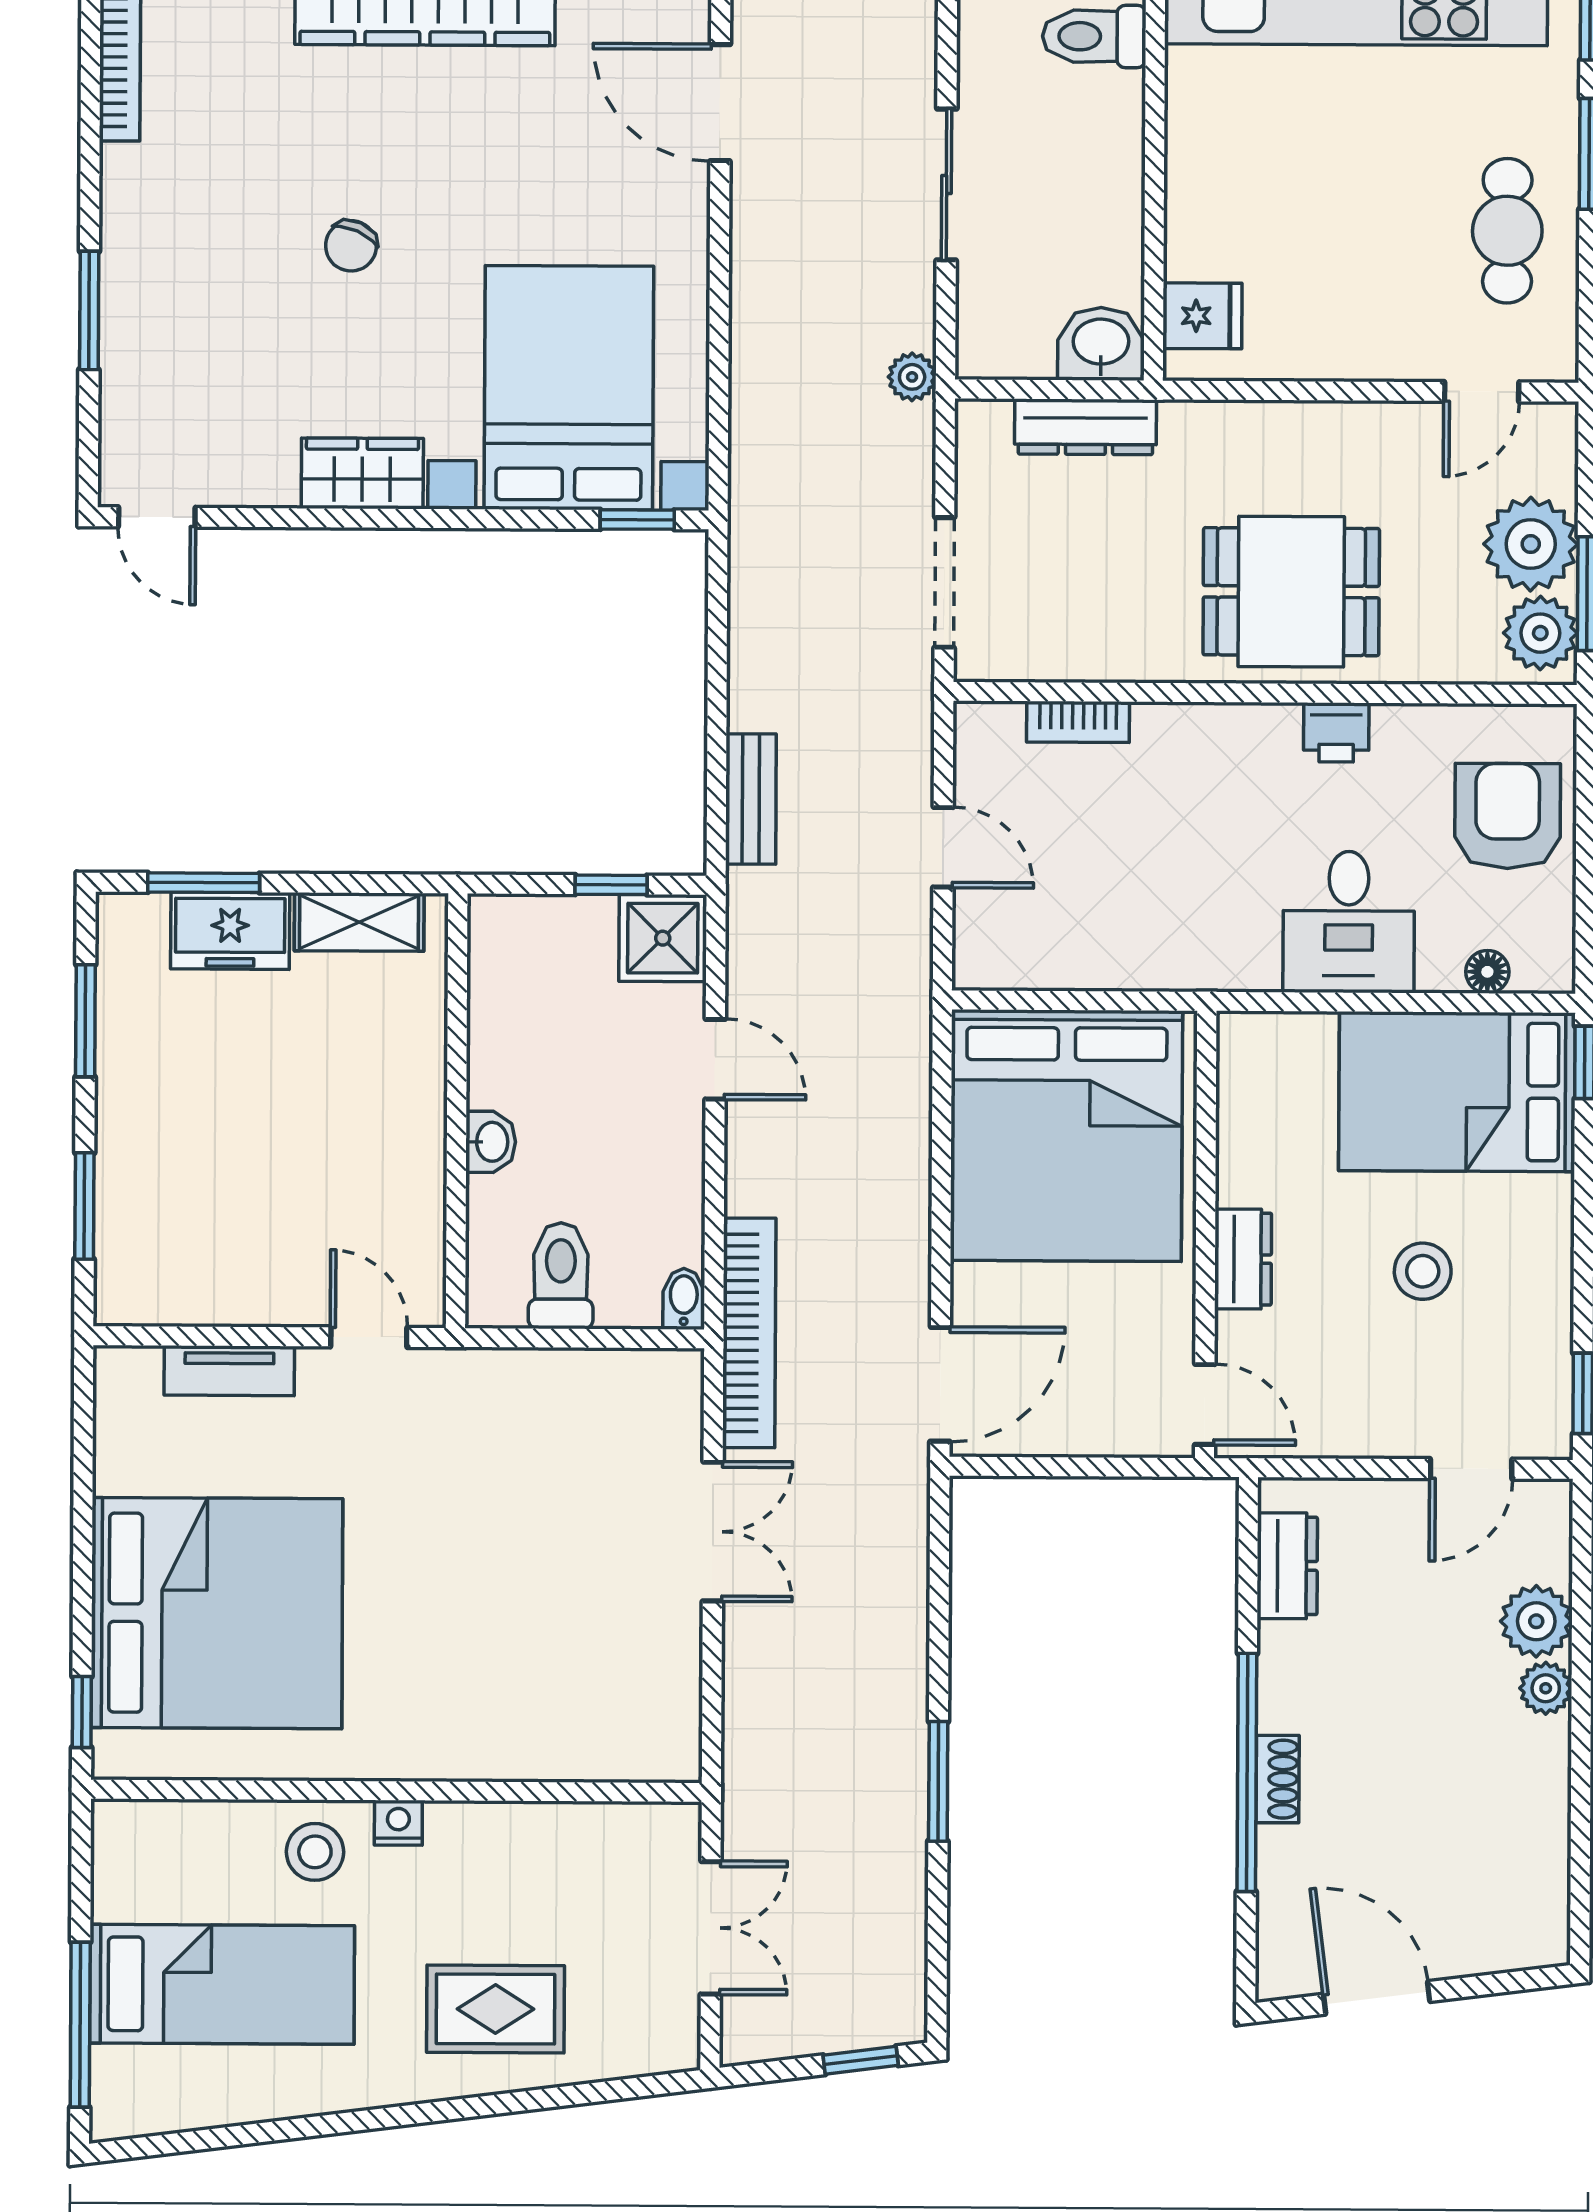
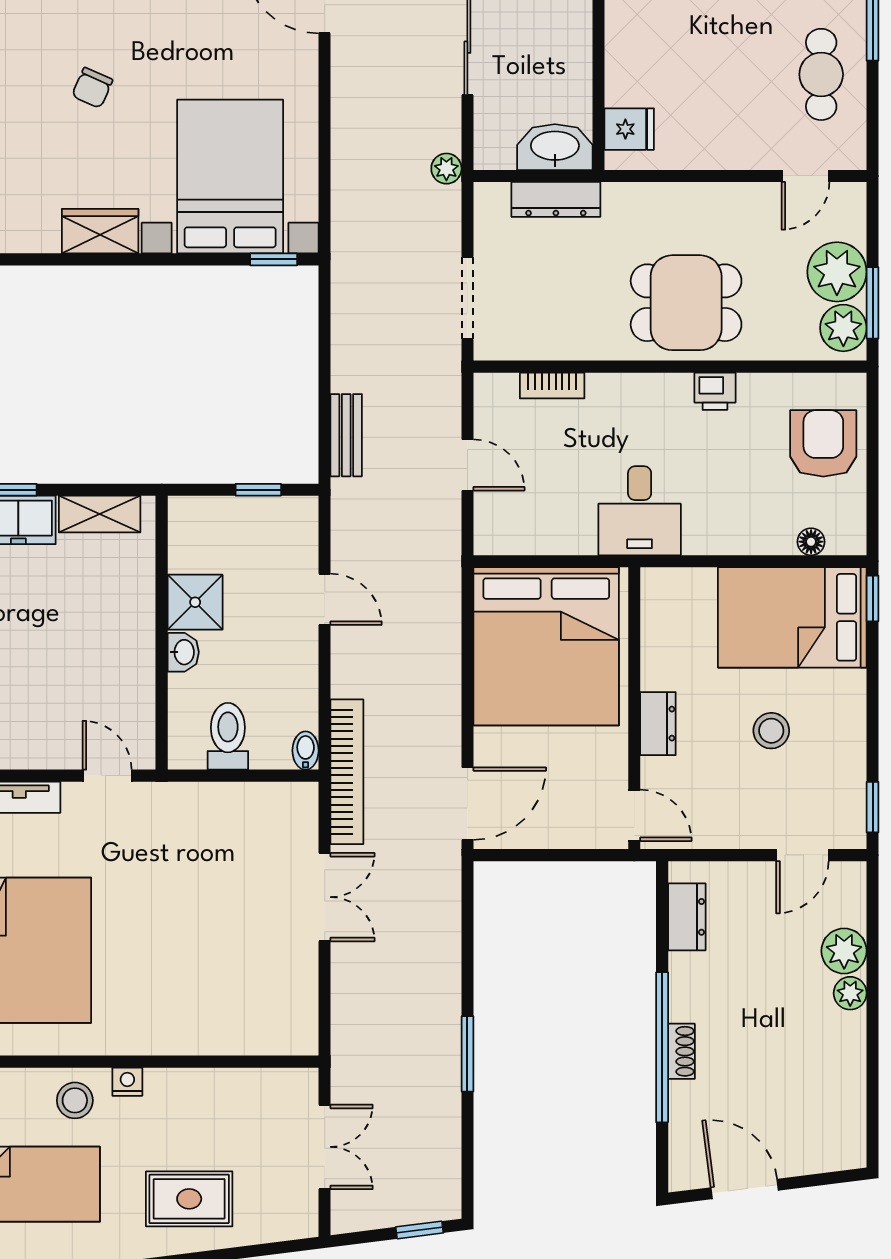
washbasin: (1101, 344) -> (555, 147), width x1.38
desk: (1349, 922) -> (640, 511), moved
shower: (663, 938) -> (195, 602), moved

